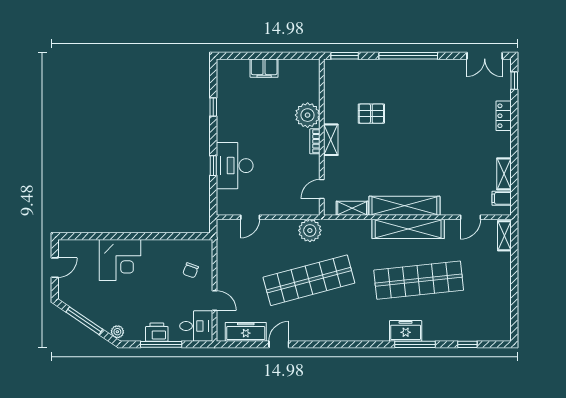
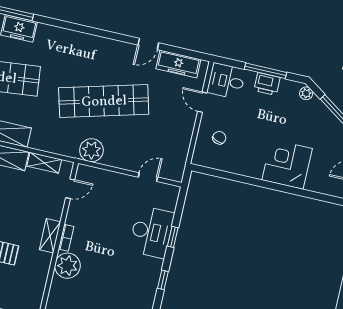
window: (213, 107) -> (163, 280), moved

